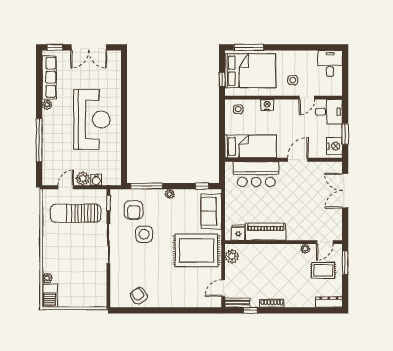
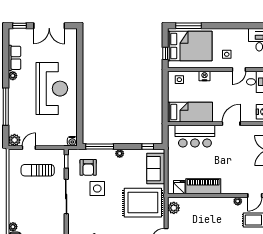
row of seats: (49, 77) -> (15, 58), width x0.68
plant: (83, 179) -> (14, 140), moved
water cooler: (96, 180) -> (72, 141), moved
sun lounger: (76, 213) -> (38, 170), width x0.73, depth x0.75

